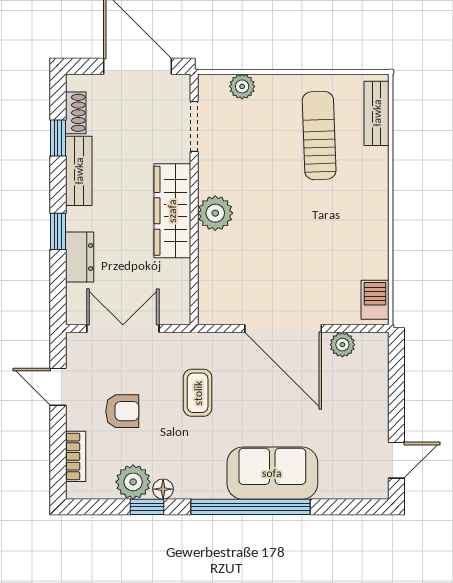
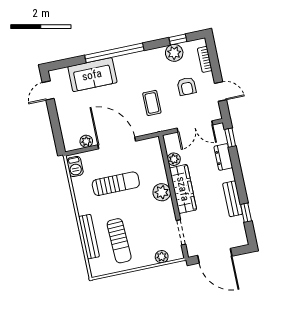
shoe rack: (76, 113) -> (240, 227), removed
bench: (377, 113) -> (89, 237), moved, width x1.36
window: (58, 231) -> (230, 138), moved
sun lounger: (302, 249) -> (116, 184), added
plant: (178, 273) -> (174, 159), added
armchair: (122, 411) -> (187, 86), turned -90
sofa: (272, 473) -> (92, 75), moved
floor lamp: (163, 489) -> (159, 52), removed
window: (147, 507) -> (178, 39), moved

